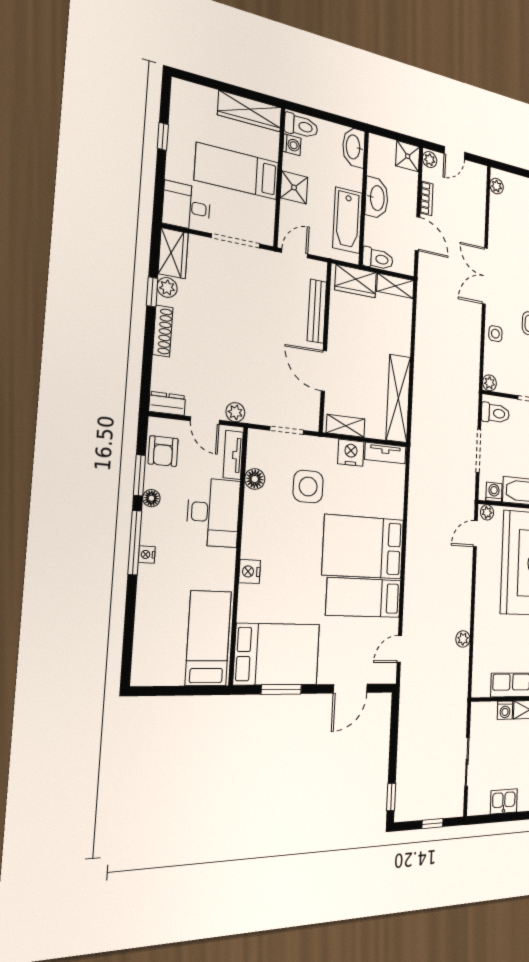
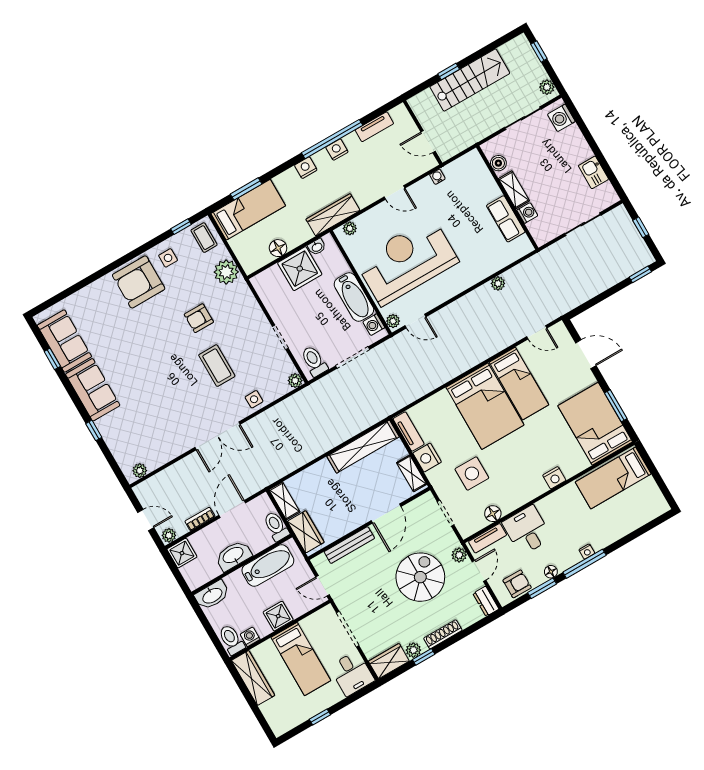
spiral stairs: (239, 355) -> (420, 577), added
desk: (213, 513) -> (527, 530), width x0.73

